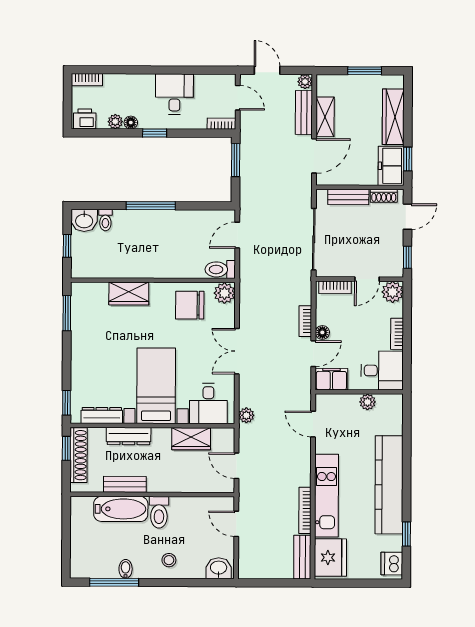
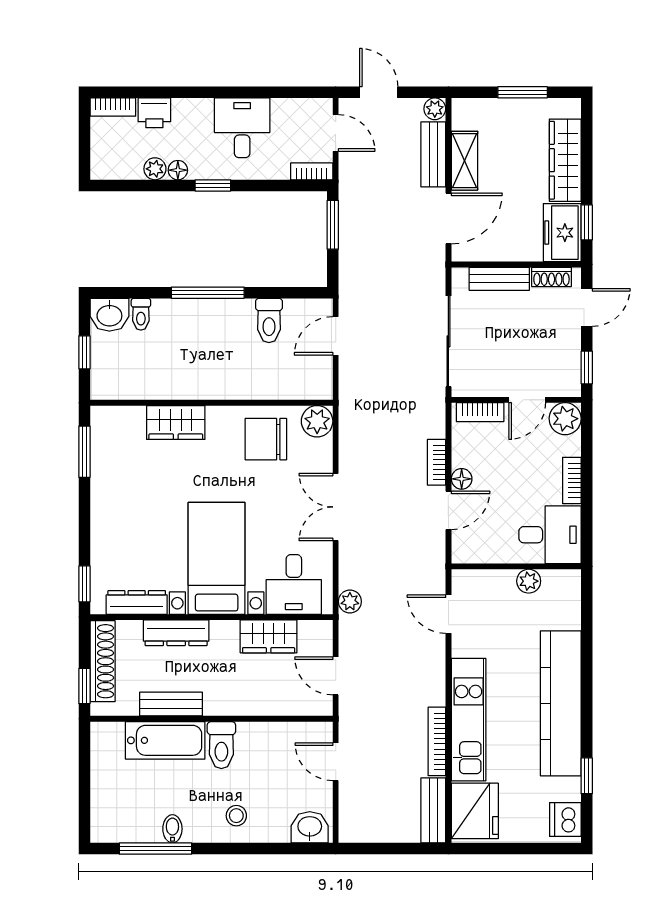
printer: (85, 119) -> (154, 113), moved, turned 180
toilet: (220, 269) -> (269, 320), moved, turned -90
filing cabinet: (331, 379) -> (475, 548), removed
window: (66, 448) -> (84, 686), moved

